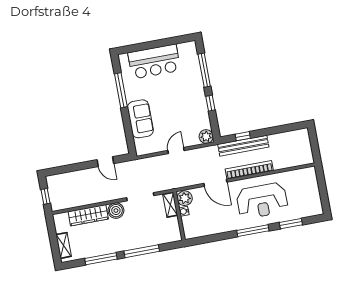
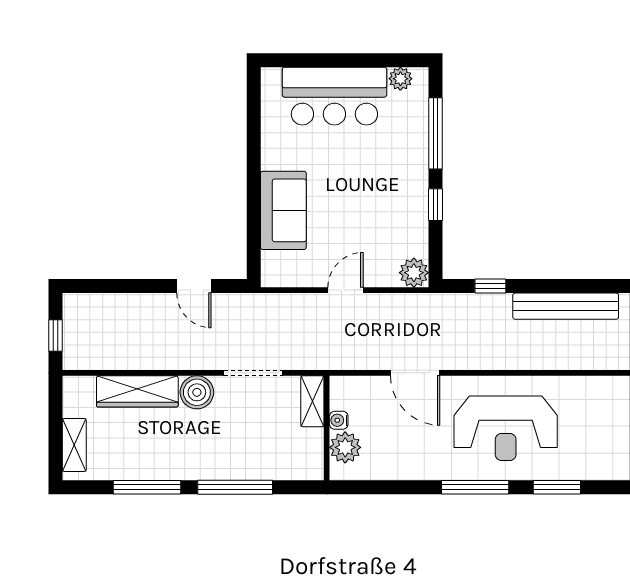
plant: (183, 48) -> (400, 79), added
window: (121, 90) -> (254, 143), removed
bench: (243, 146) -> (566, 306), moved
bookcase: (249, 170) -> (491, 359), removed
plant: (185, 198) -> (345, 447), moved

